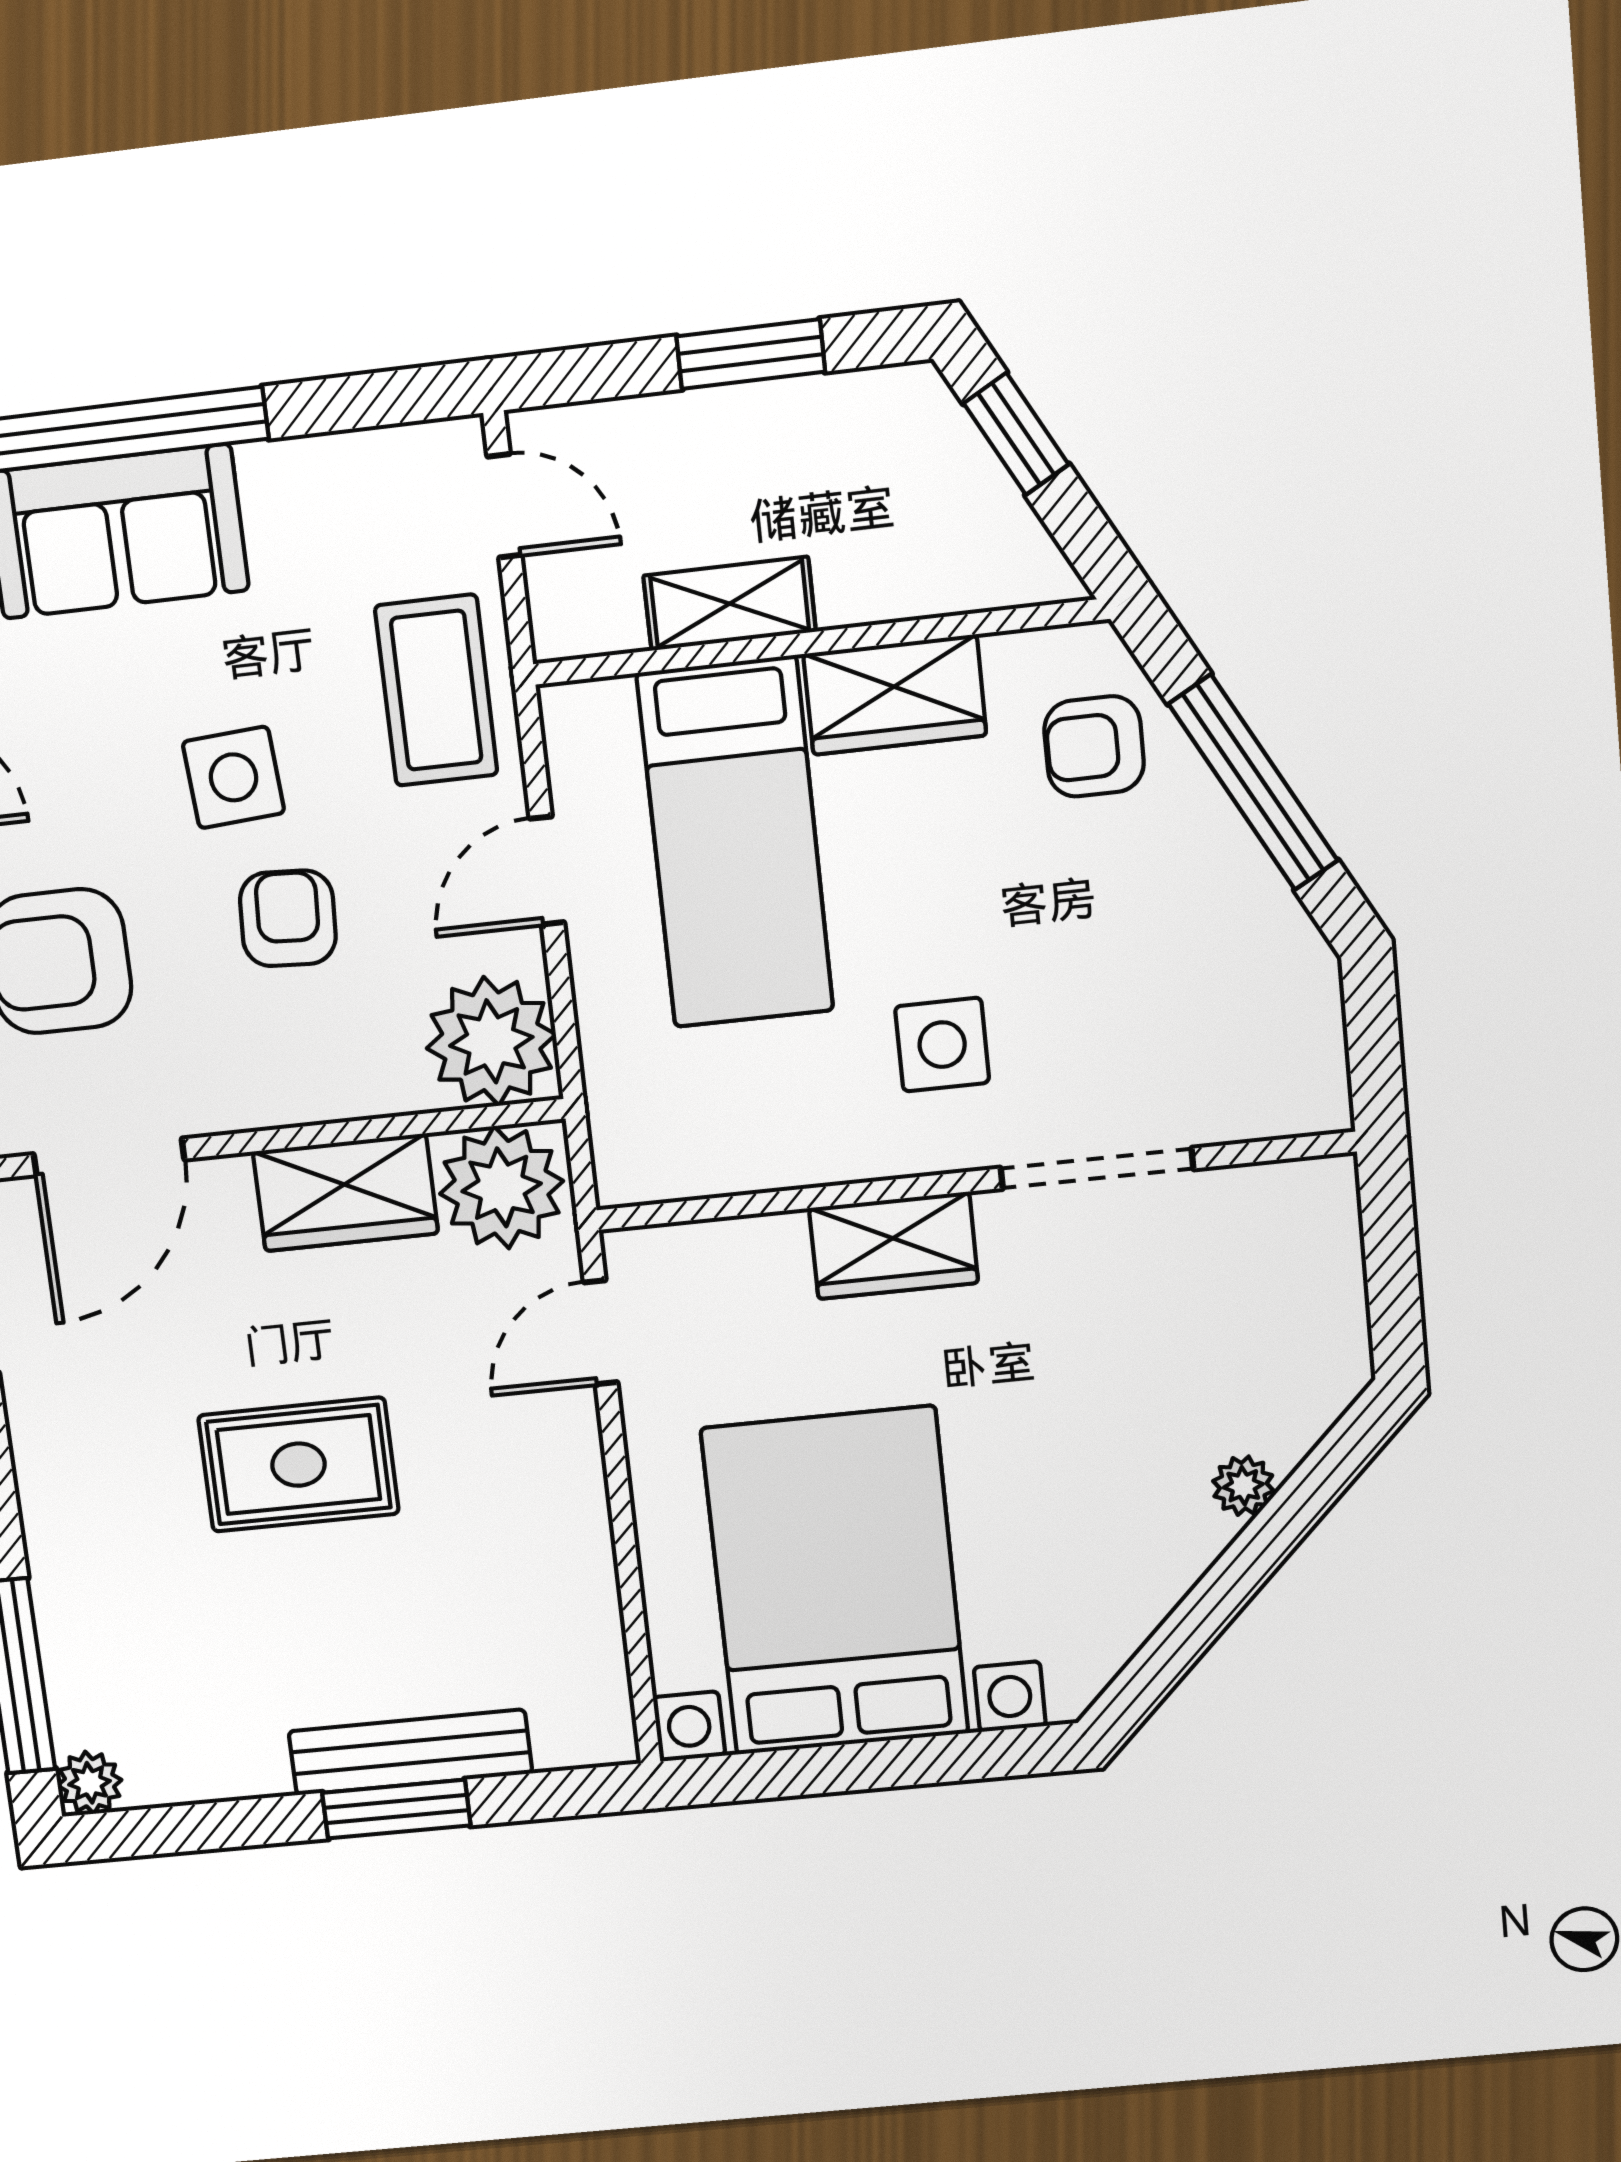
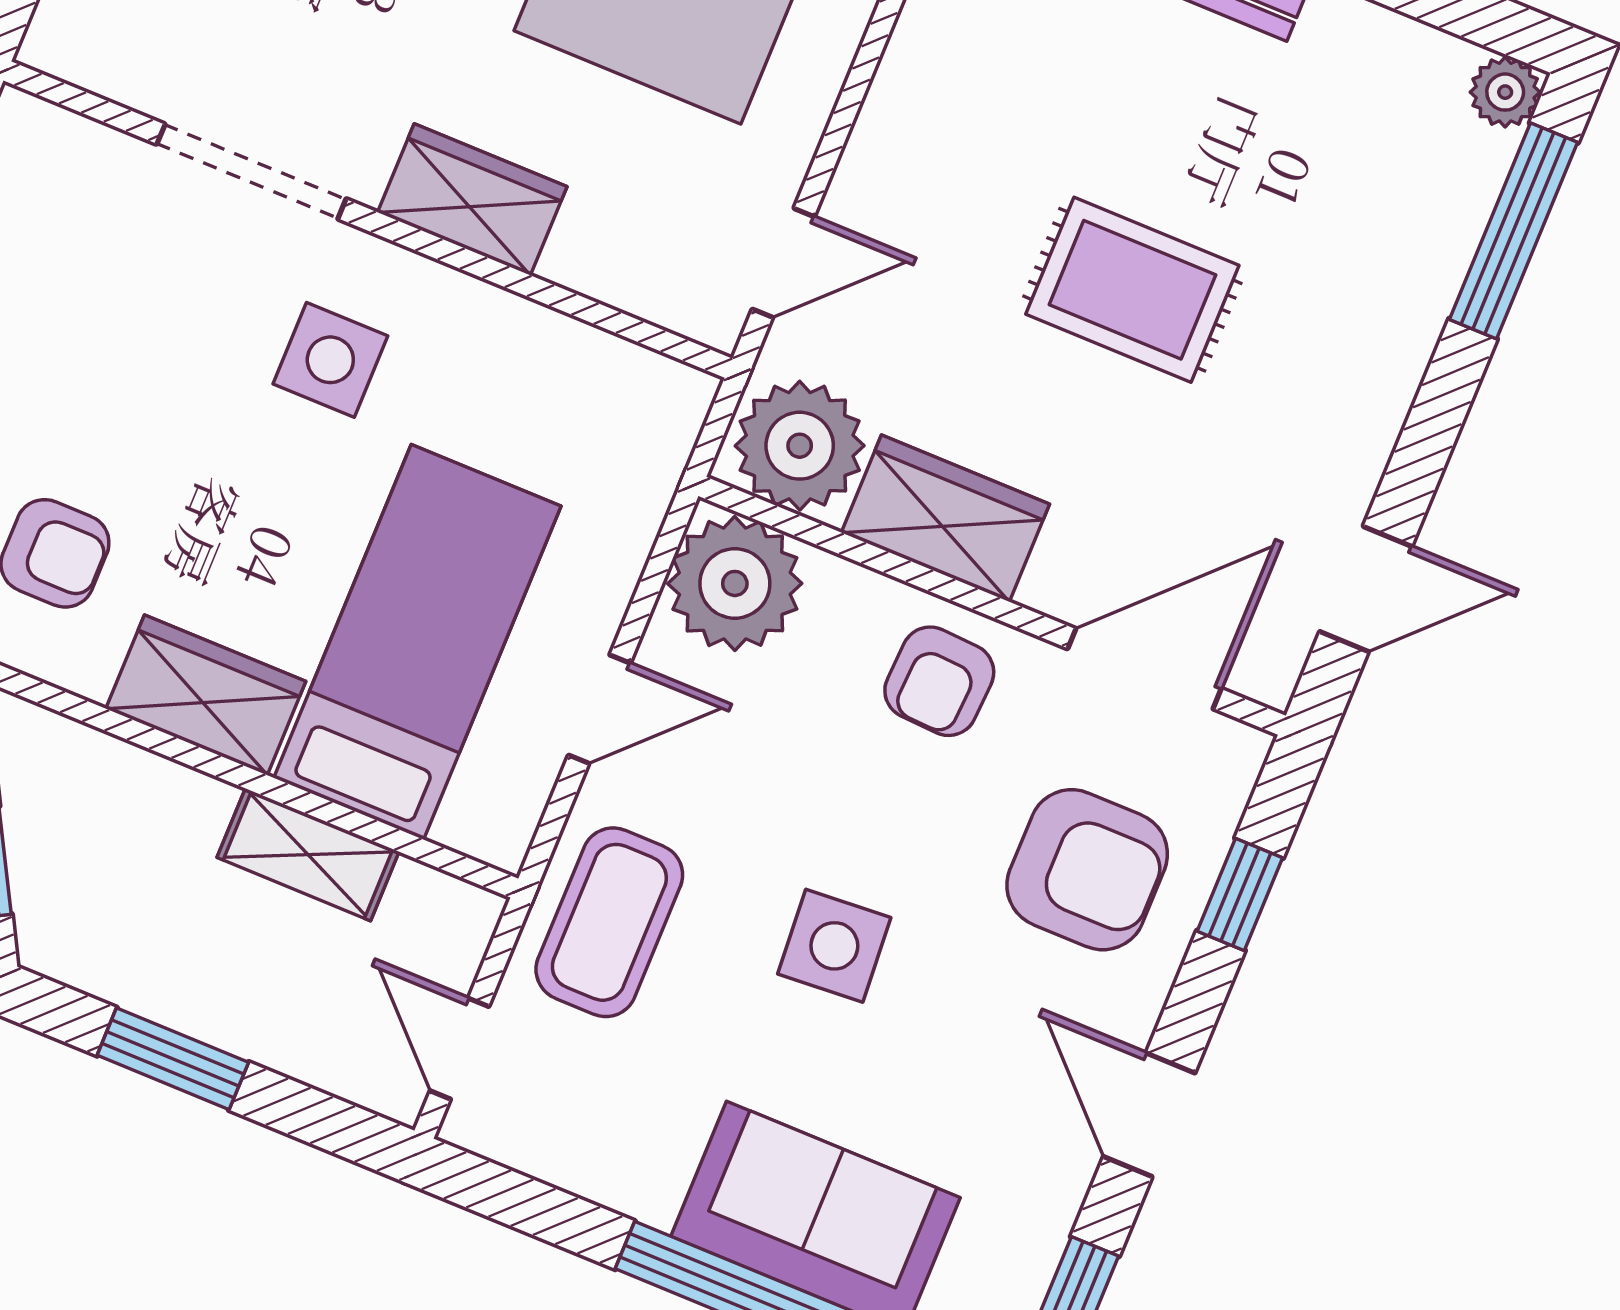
armchair: (288, 918) -> (939, 681), moved

